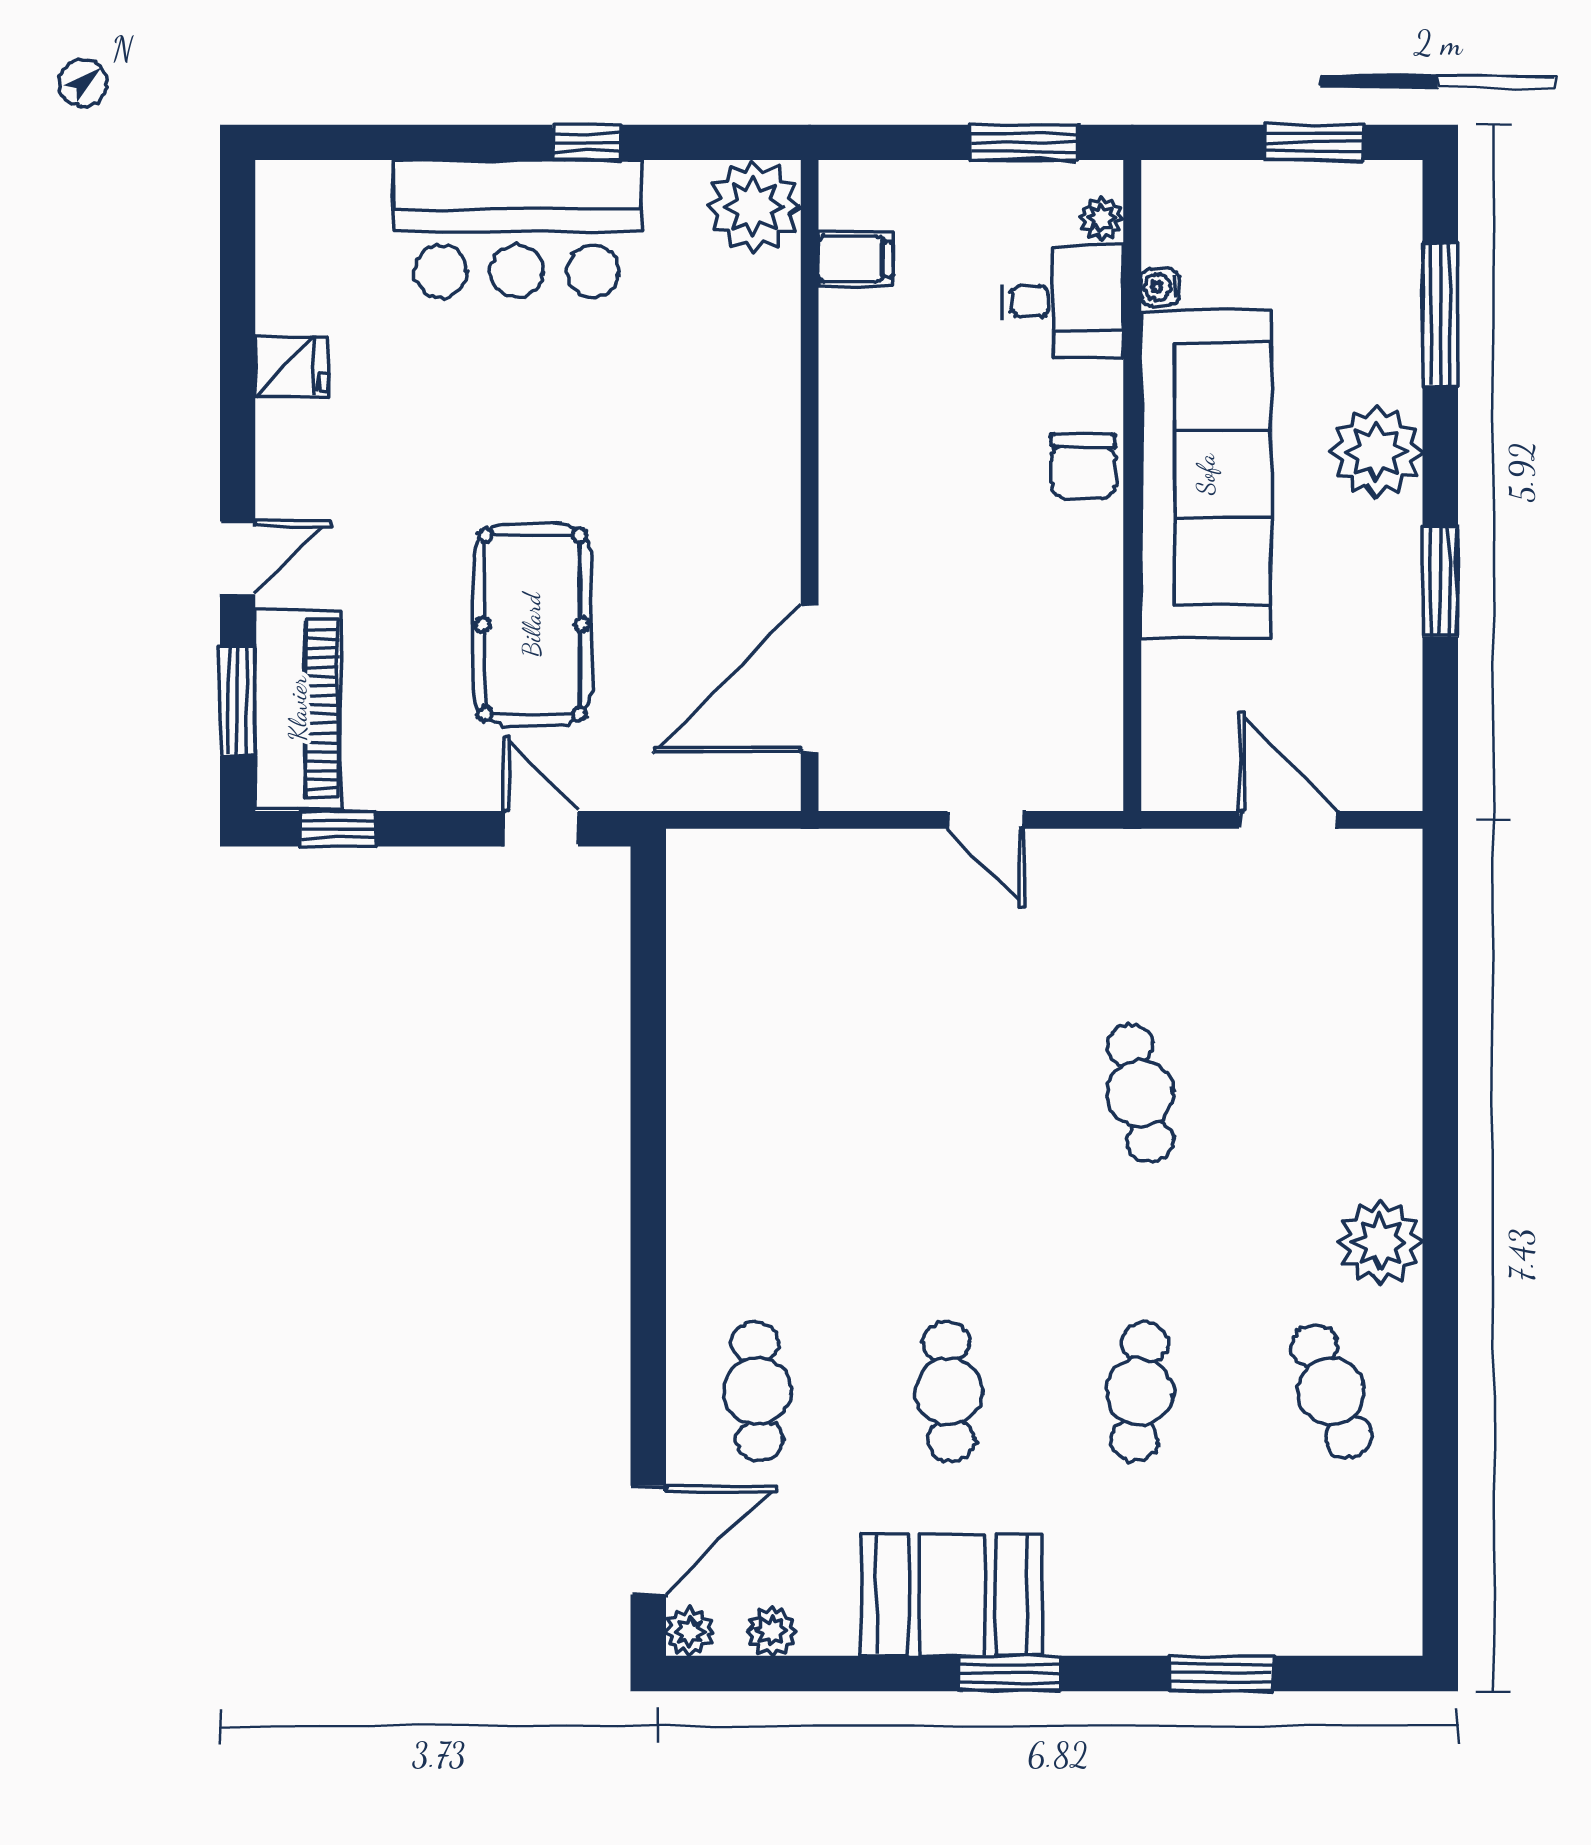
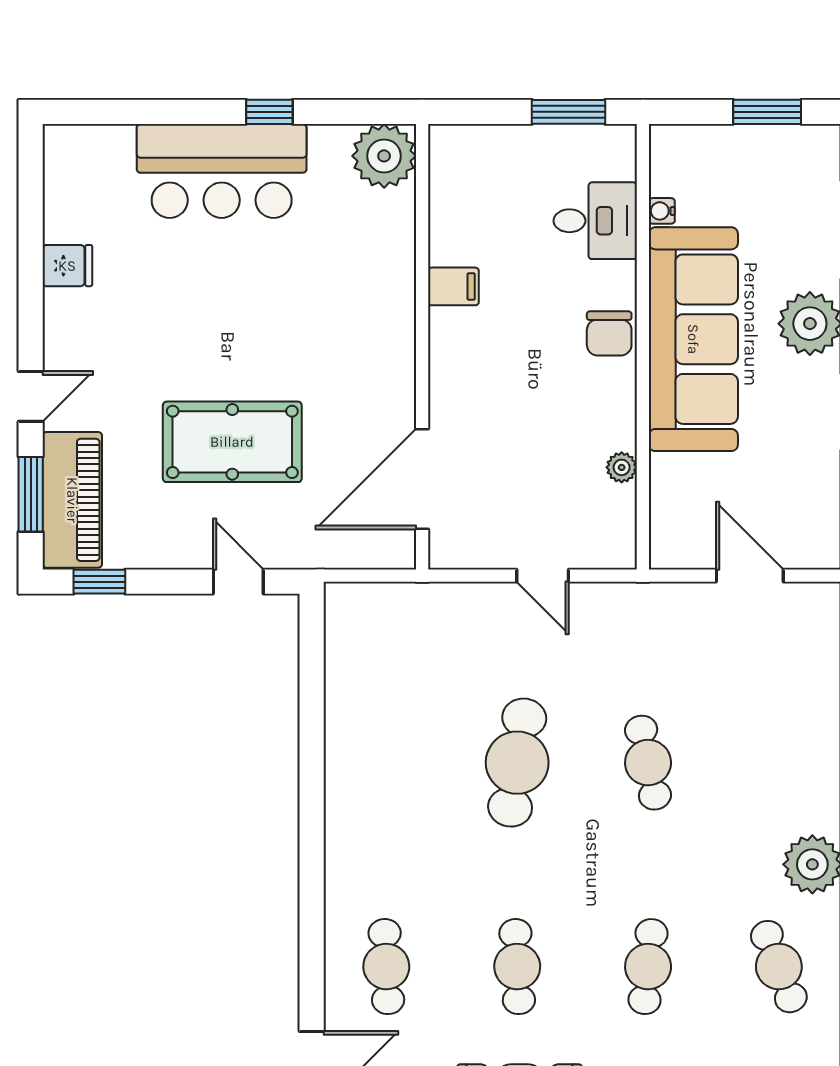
plant: (1101, 218) -> (622, 467), moved
filing cabinet: (855, 259) -> (453, 286), moved
pool table: (532, 625) -> (232, 442), turned 90
cafe table: (949, 1093) -> (517, 763), added

